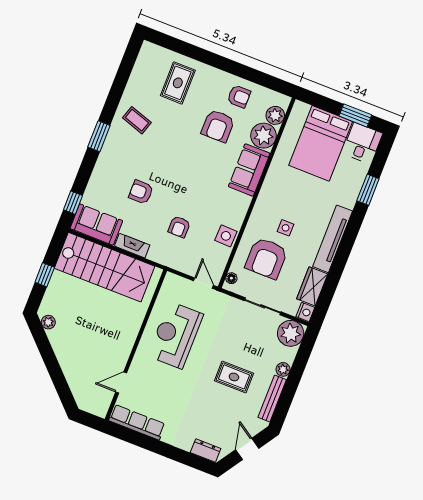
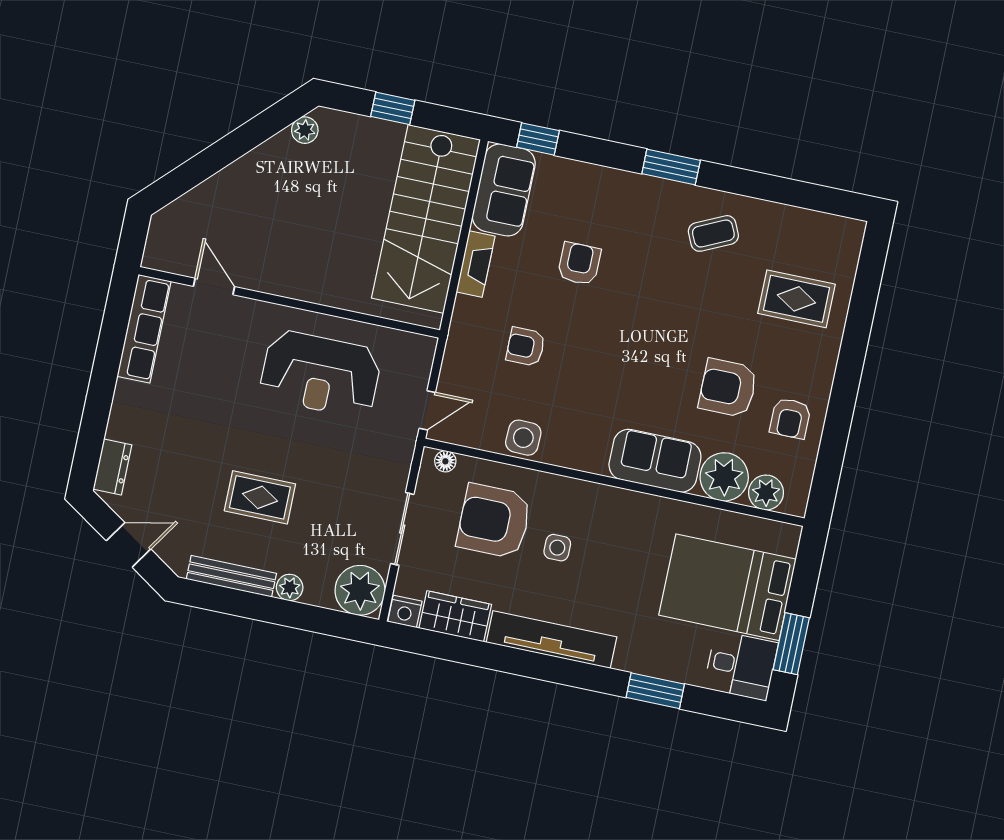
coffee table: (137, 120) -> (713, 233), turned 47
reception desk: (175, 335) -> (321, 374), turned 180
rug: (234, 377) -> (260, 497), turned 90

